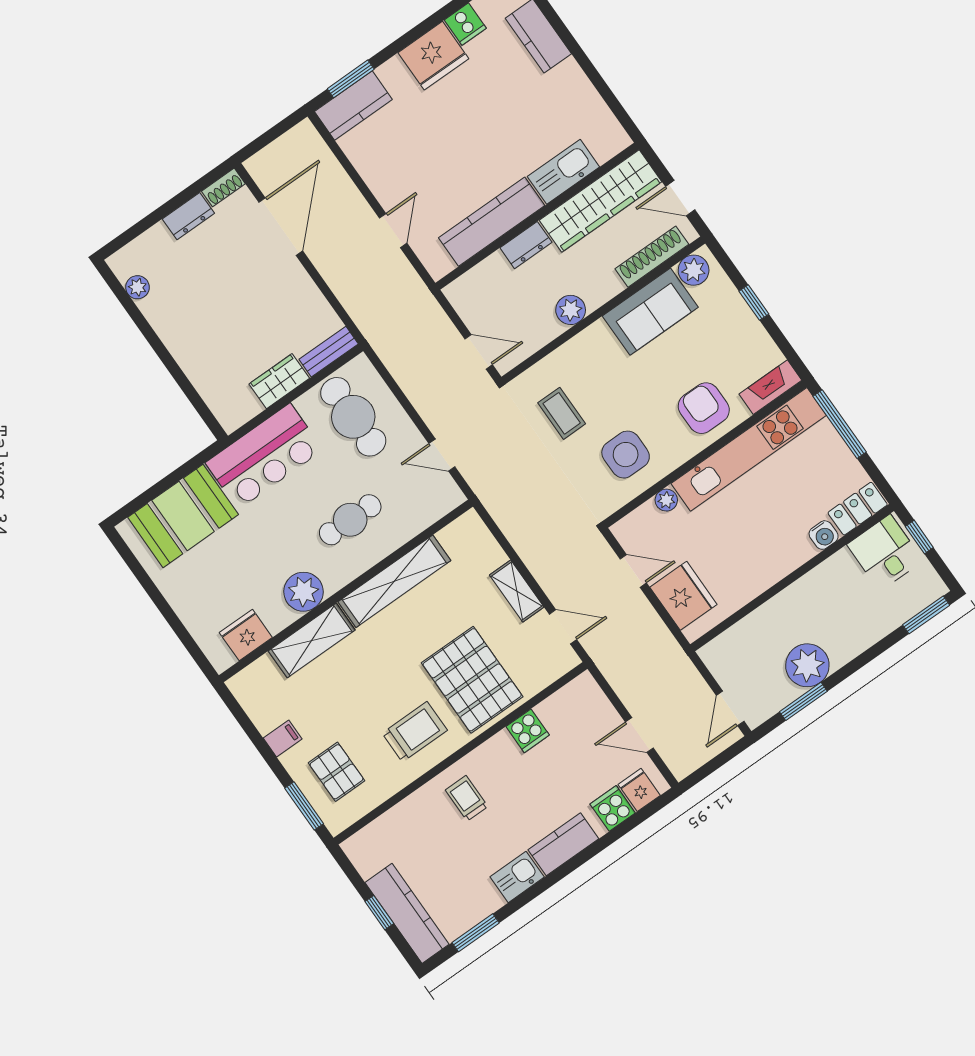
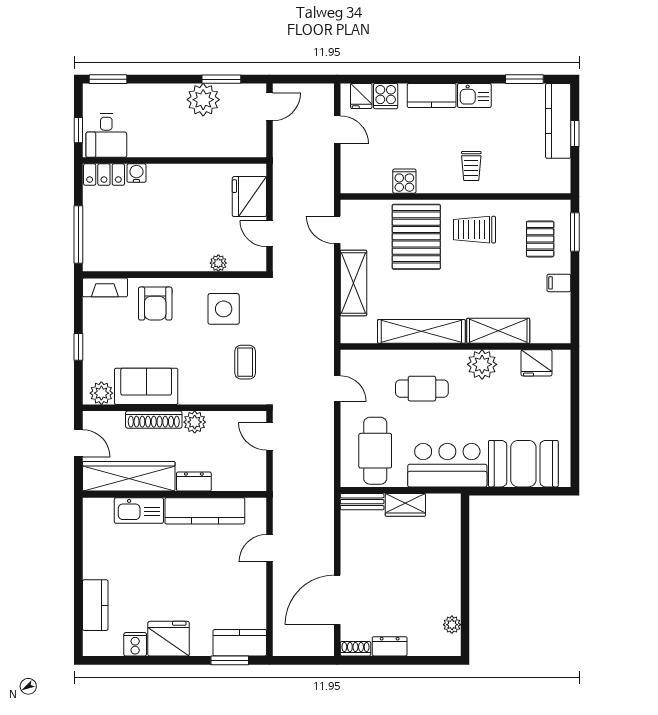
shoe rack: (652, 257) -> (154, 420), moved
kitchen unit: (749, 449) -> (145, 258), removed
shelving: (517, 591) -> (353, 283), width x1.50, depth x1.33

